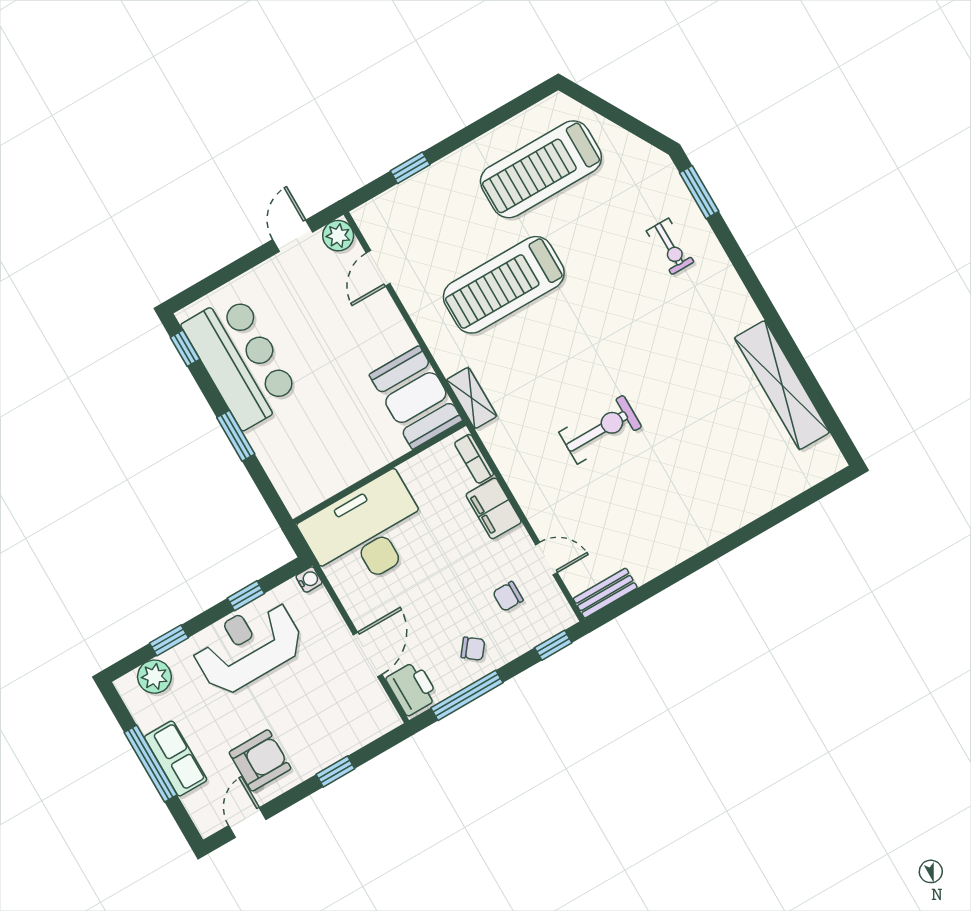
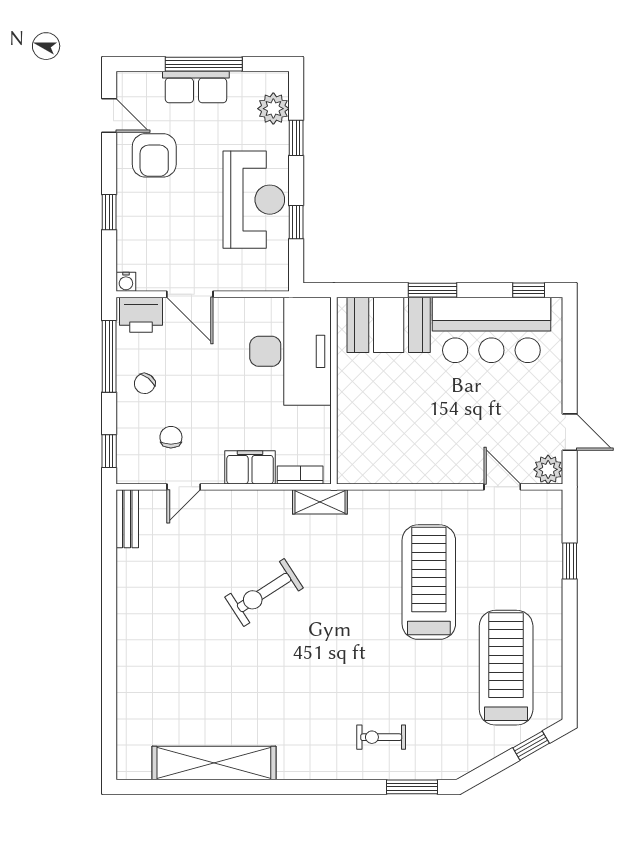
window: (599, 105) -> (531, 746), added
booth: (416, 398) -> (389, 325), moved
shelving: (472, 398) -> (320, 502), moved
exercise bike: (600, 430) -> (264, 592), turned 57
water cooler: (309, 580) -> (126, 282), moved

